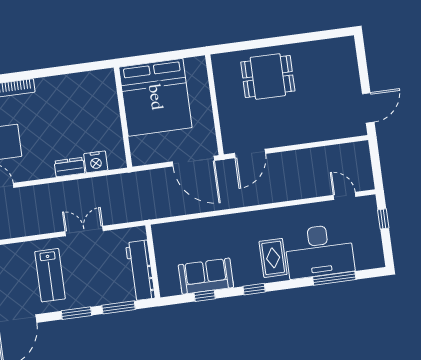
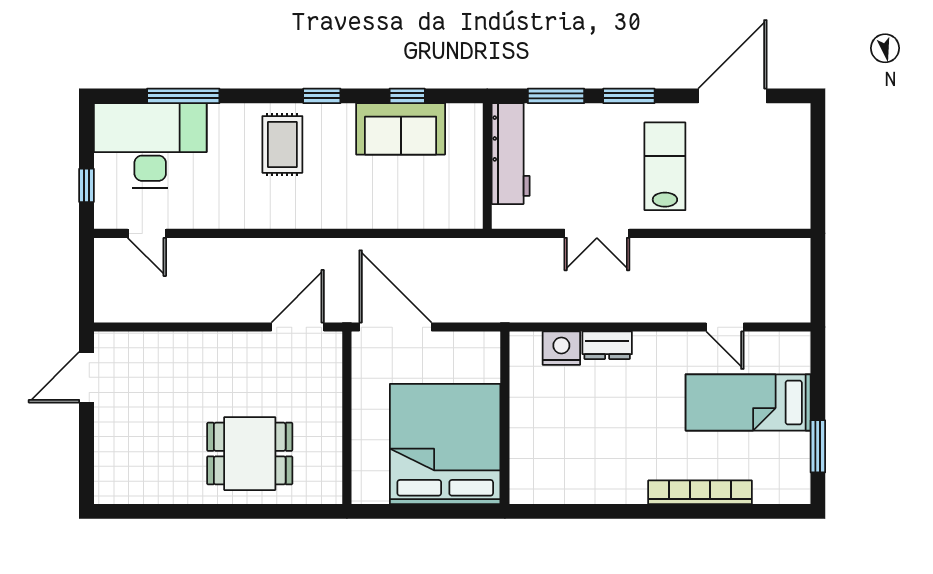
desk: (319, 251) -> (150, 145), moved

